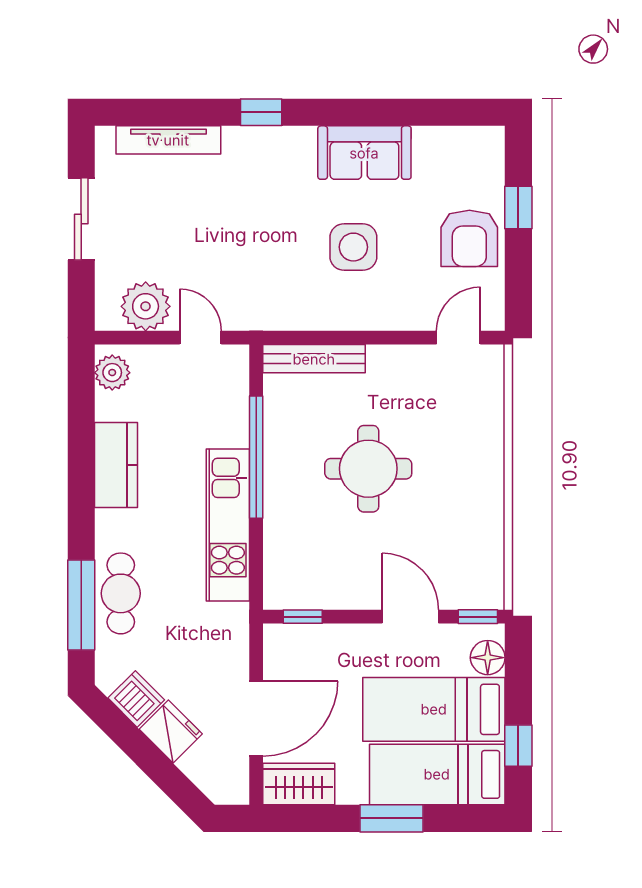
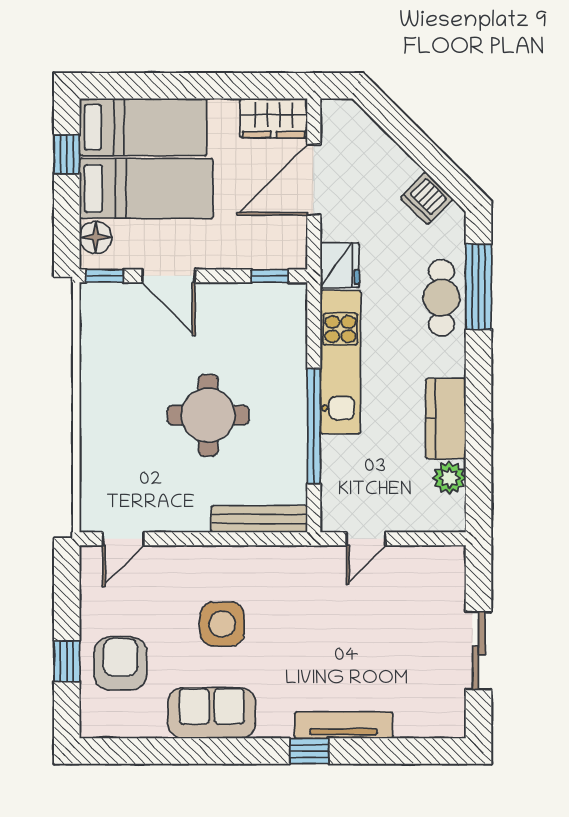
tv unit: (168, 140) -> (344, 725), moved
armchair: (469, 238) -> (120, 664), moved
plant: (146, 306) -> (418, 568), removed
door: (201, 338) -> (366, 539), hinge flipped
plant: (112, 373) -> (449, 478), moved
fridge: (171, 732) -> (340, 265), moved, turned -135
window: (391, 818) -> (186, 86), removed

